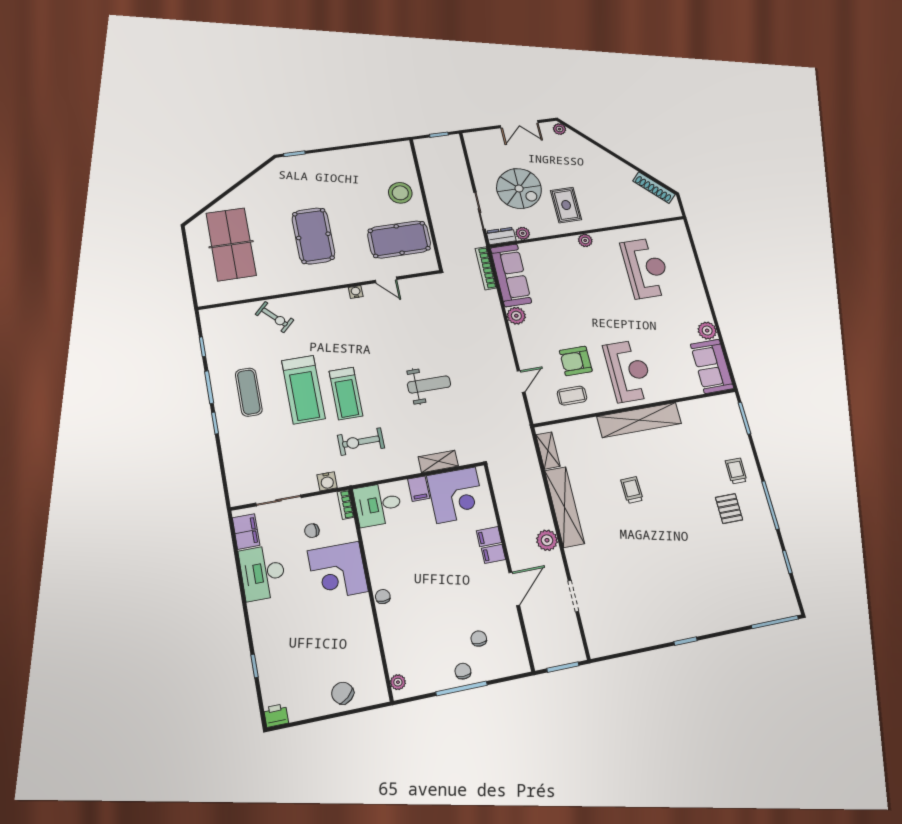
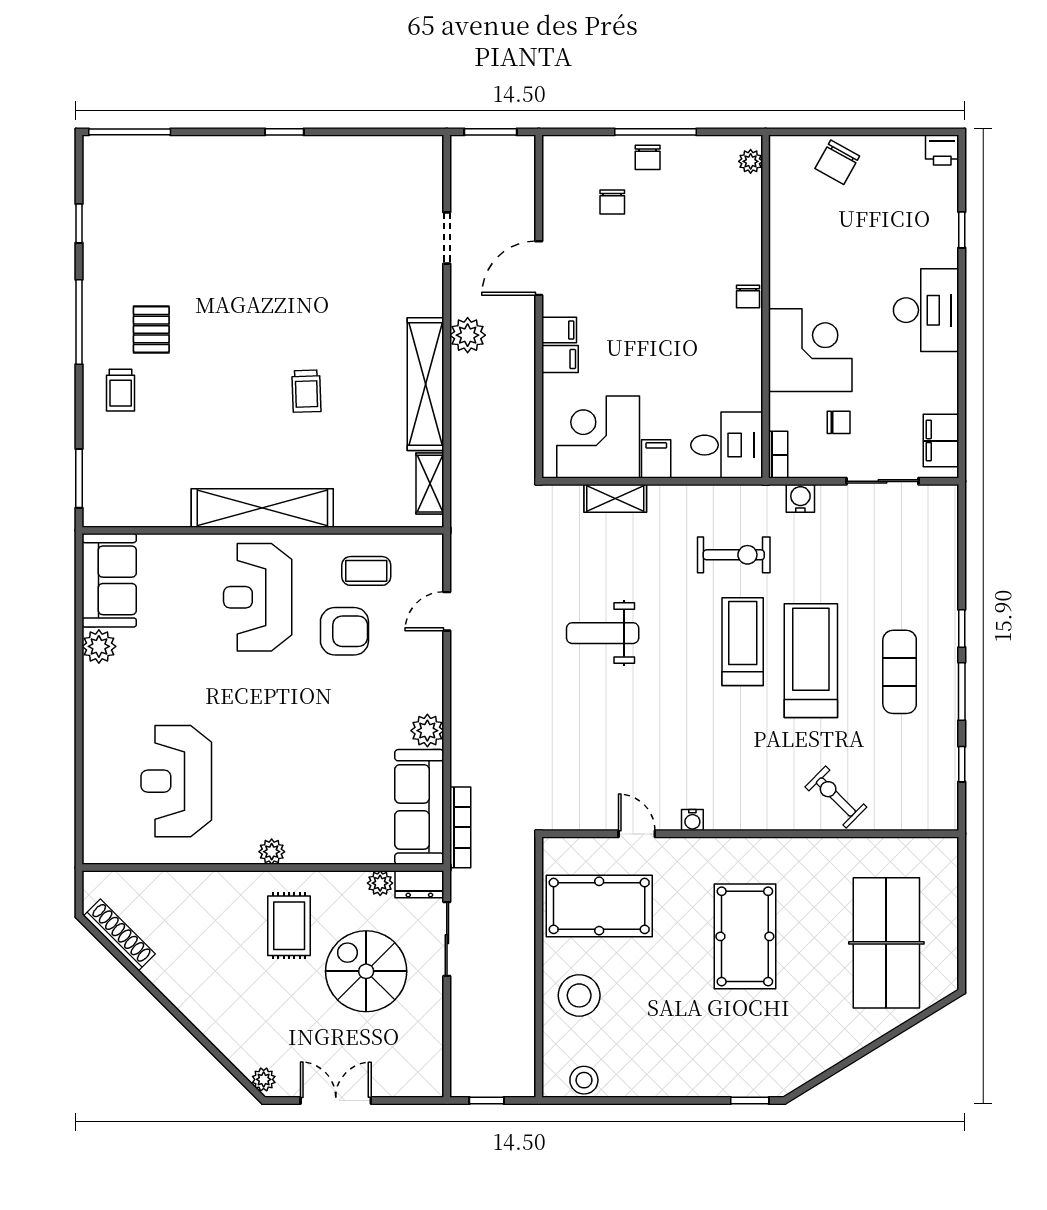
stool: (388, 152) -> (584, 1080), added
desk: (263, 573) -> (926, 310), moved
chair: (343, 693) -> (837, 162), turned 69

